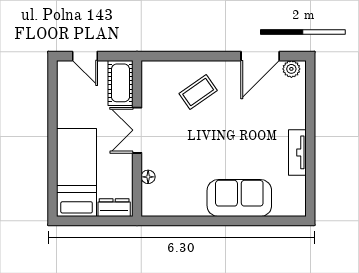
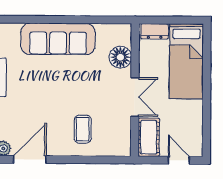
coffee table: (198, 92) -> (83, 129), turned -55
floor lamp: (148, 177) -> (120, 57), width x1.89, depth x1.89
sofa: (239, 198) -> (58, 39), width x1.36

